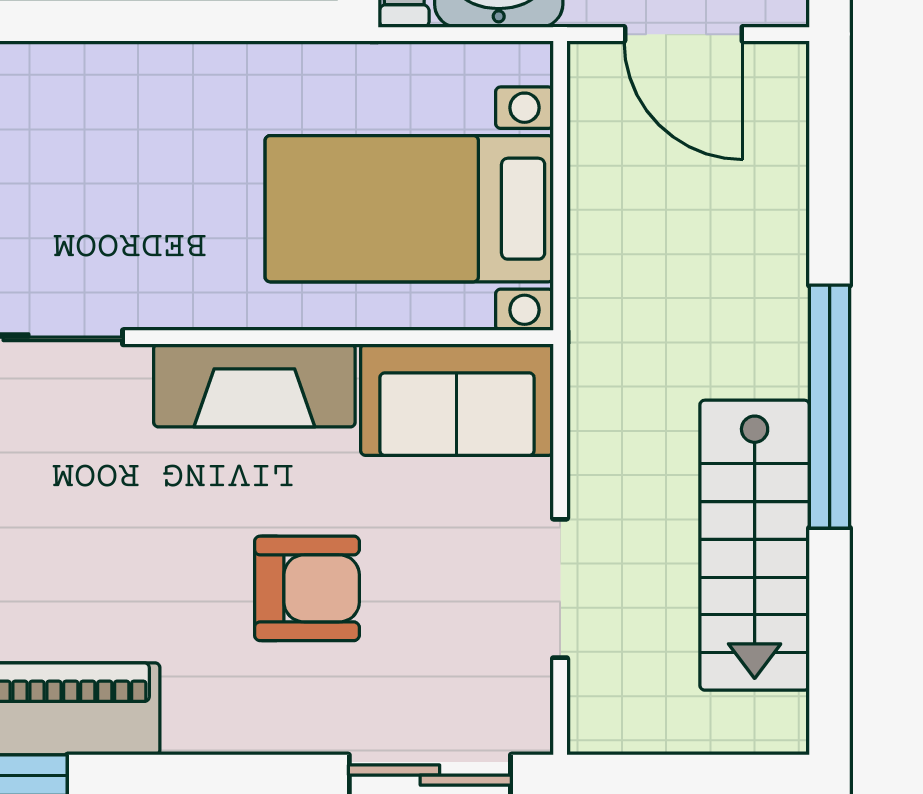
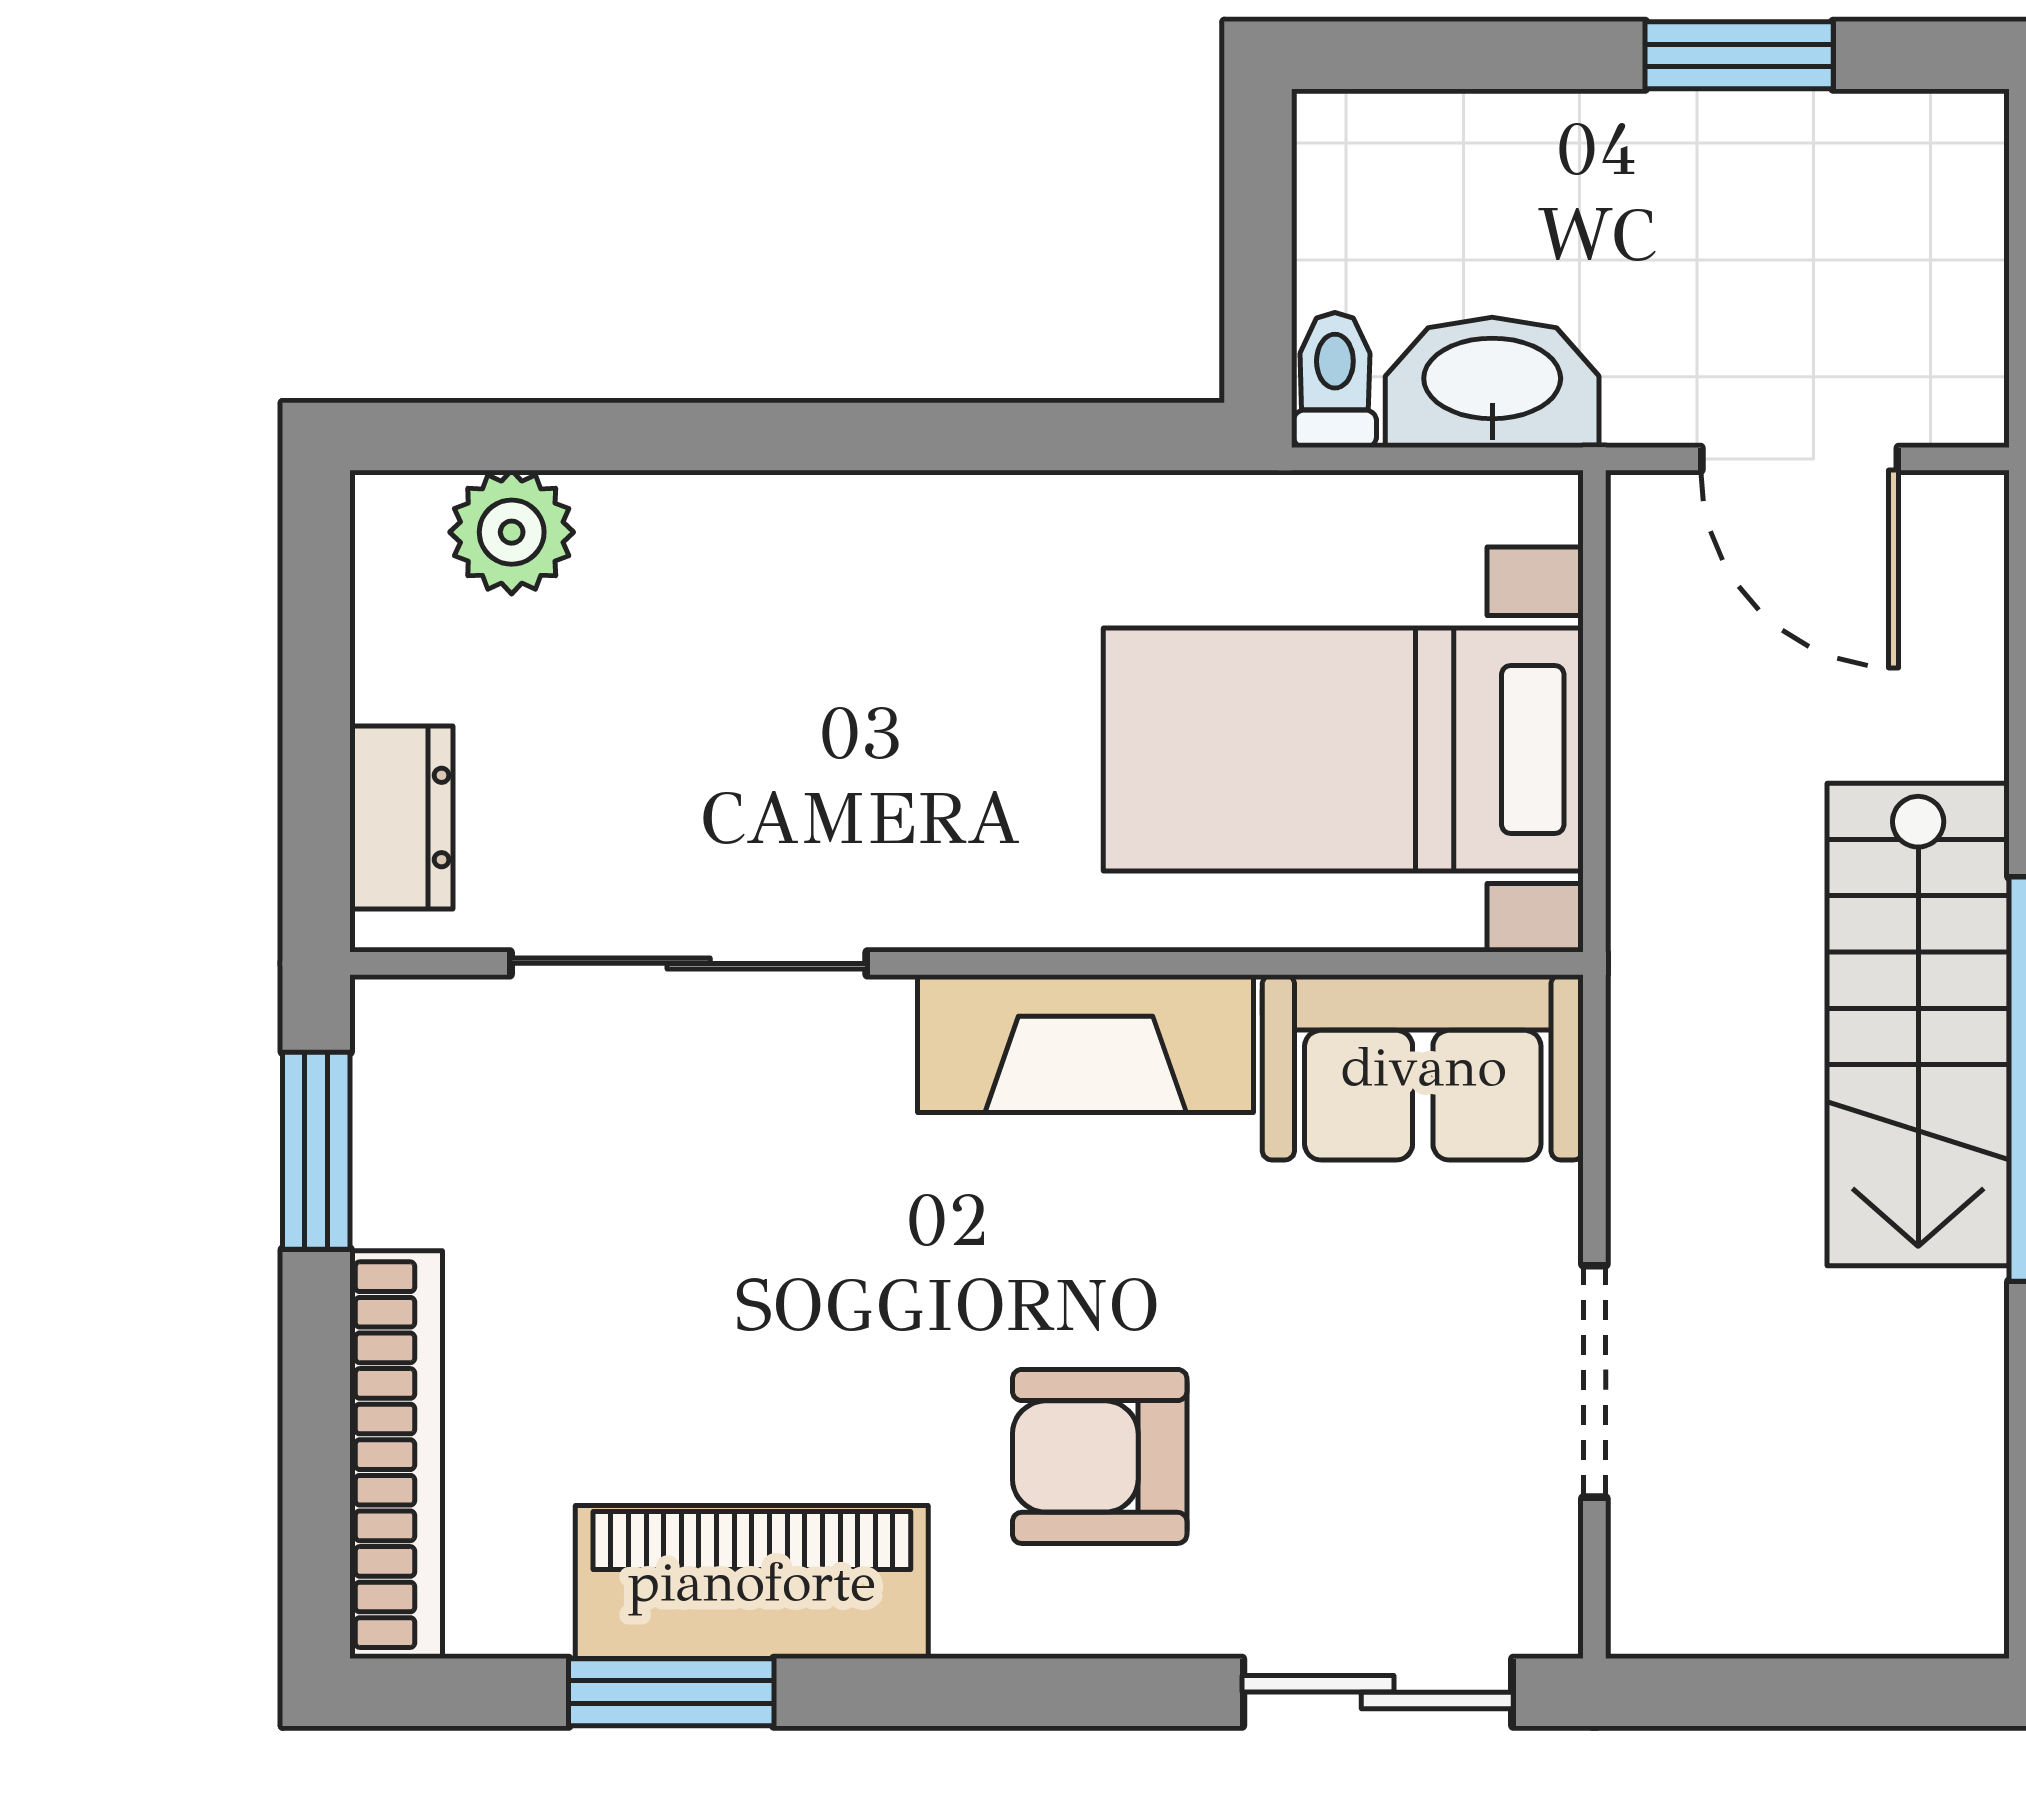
stairs: (755, 545) -> (1918, 1024), moved
armchair: (307, 588) -> (1100, 1456), moved, turned 180

